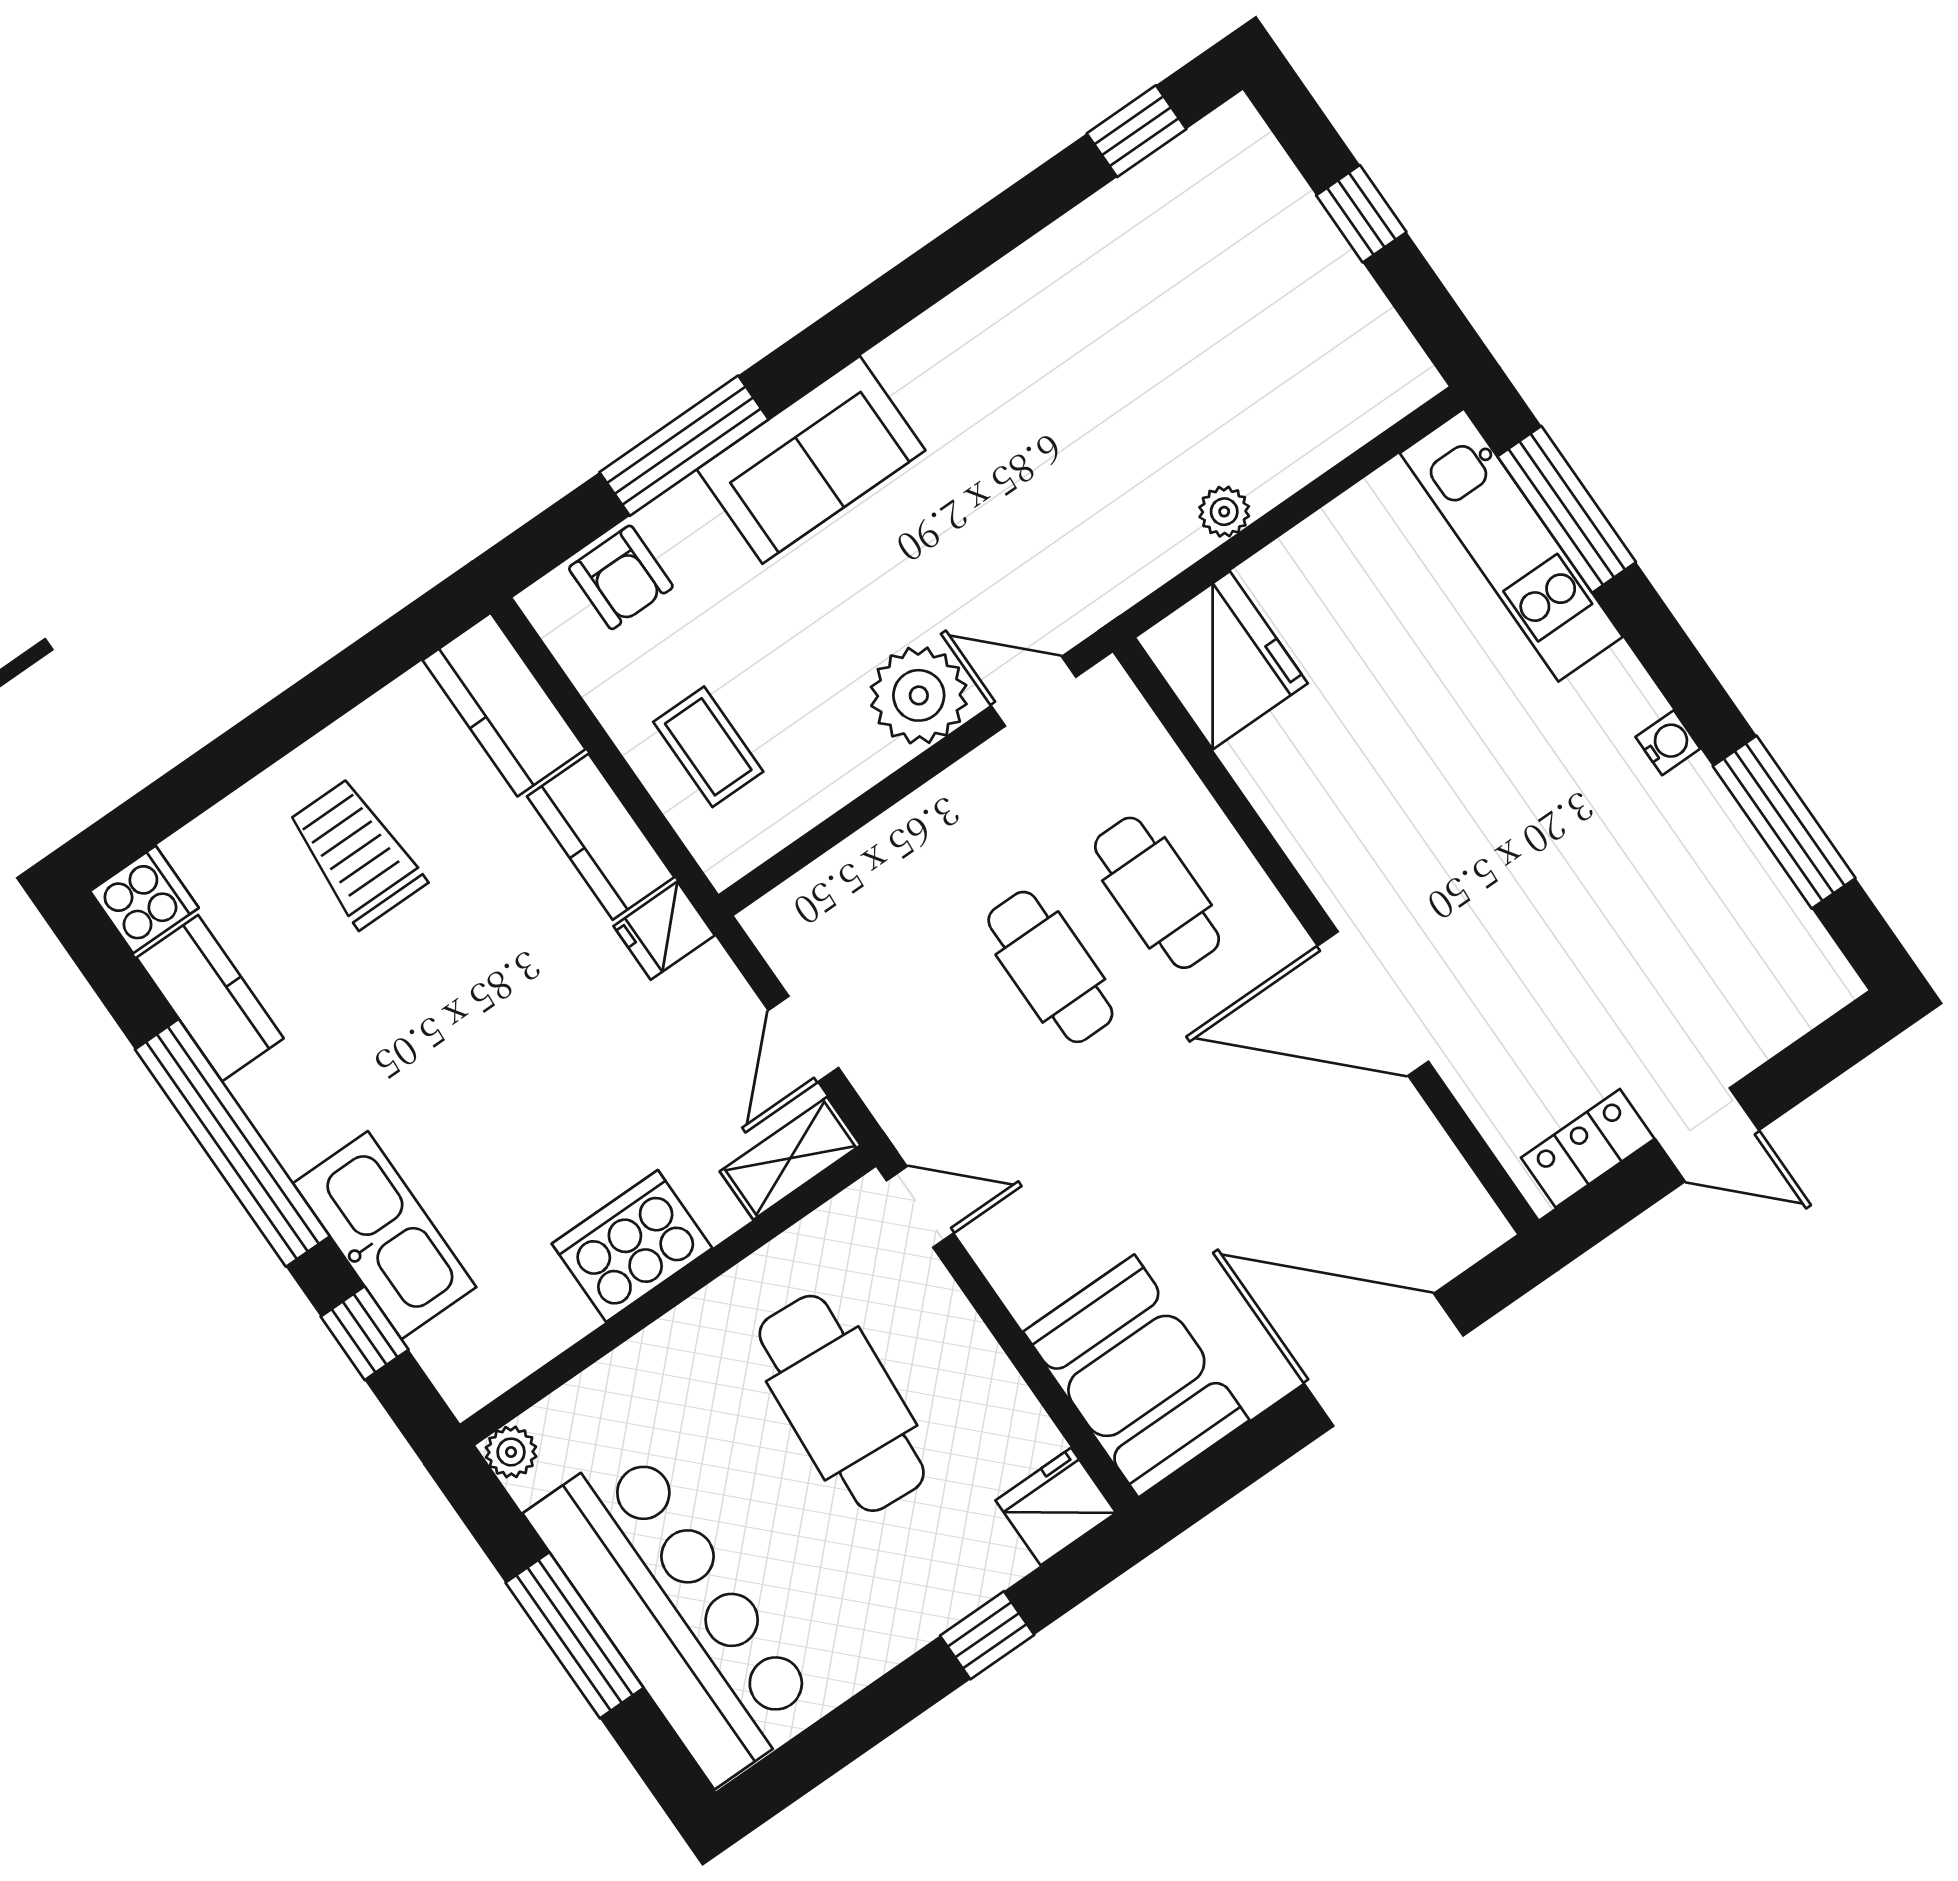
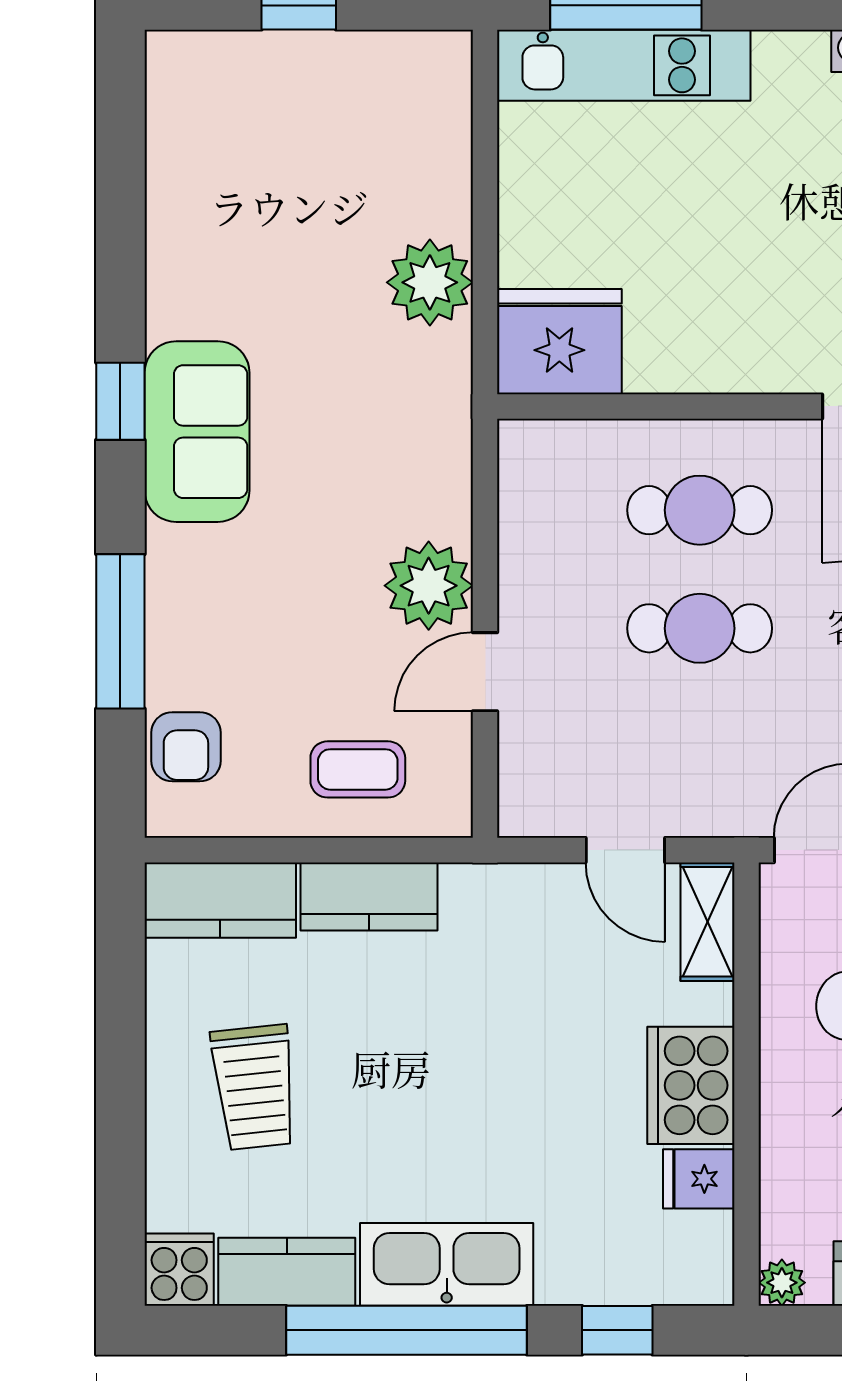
window: (1137, 131) -> (120, 401), moved
sofa: (811, 460) -> (197, 432), moved
plant: (1224, 512) -> (430, 282), width x1.88, depth x1.88
armchair: (621, 577) -> (186, 747), turned 90
door: (1033, 691) -> (485, 672), moved
trolley: (356, 853) -> (254, 1087), turned -96
fridge: (664, 931) -> (699, 1179), moved, turned 90
kitchen sink: (385, 1235) -> (447, 1264), moved

